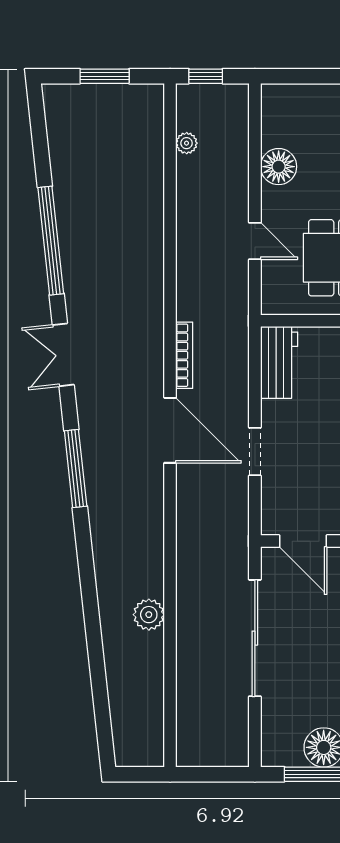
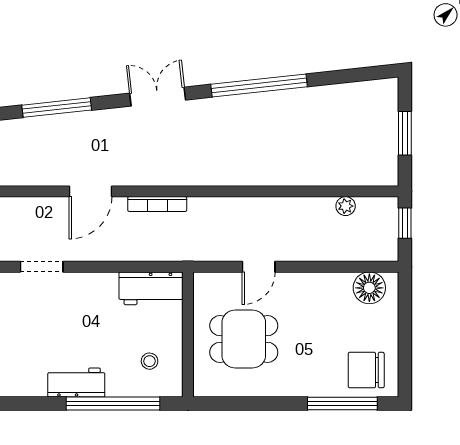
floor lamp: (279, 167) -> (369, 288), moved
door: (170, 430) -> (91, 191), width x0.73
doorway: (255, 452) -> (42, 267), moved

